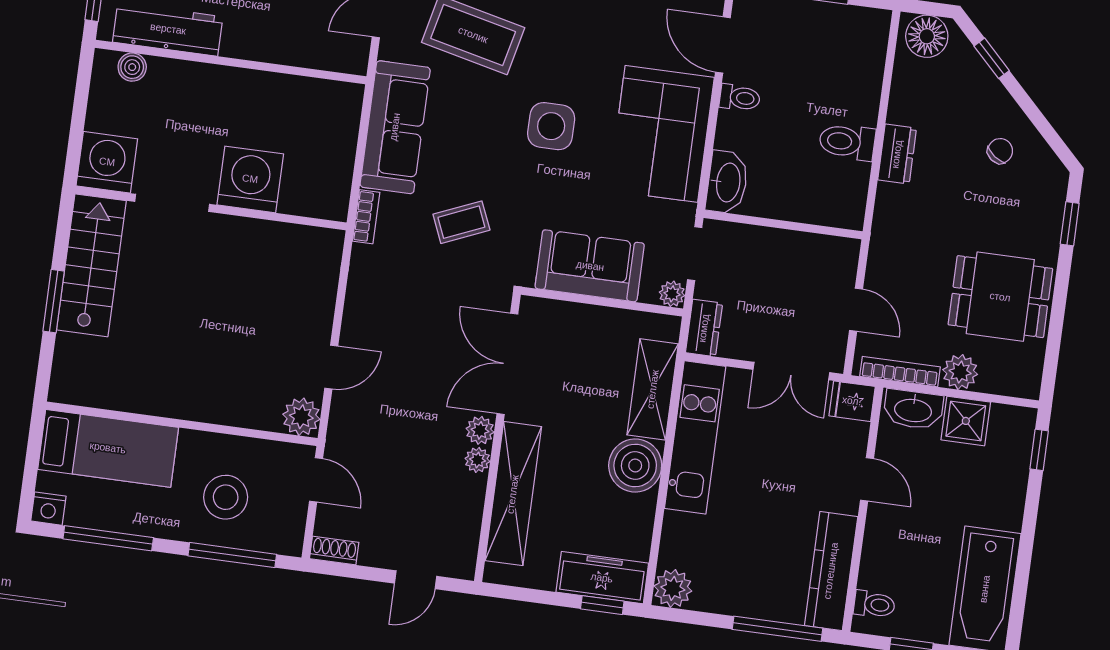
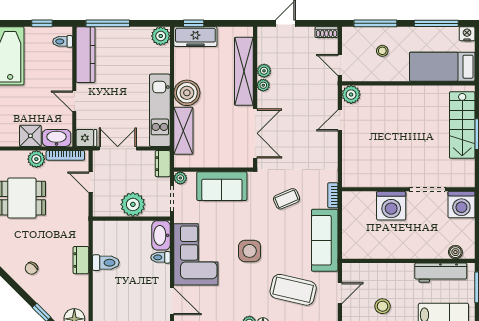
toilet: (740, 98) -> (160, 257), moved
plant: (776, 253) -> (133, 204), added
stairs: (91, 265) -> (462, 125), moved
plant: (480, 430) -> (264, 71), moved
stool: (226, 497) -> (382, 51), width x0.53, depth x0.53

